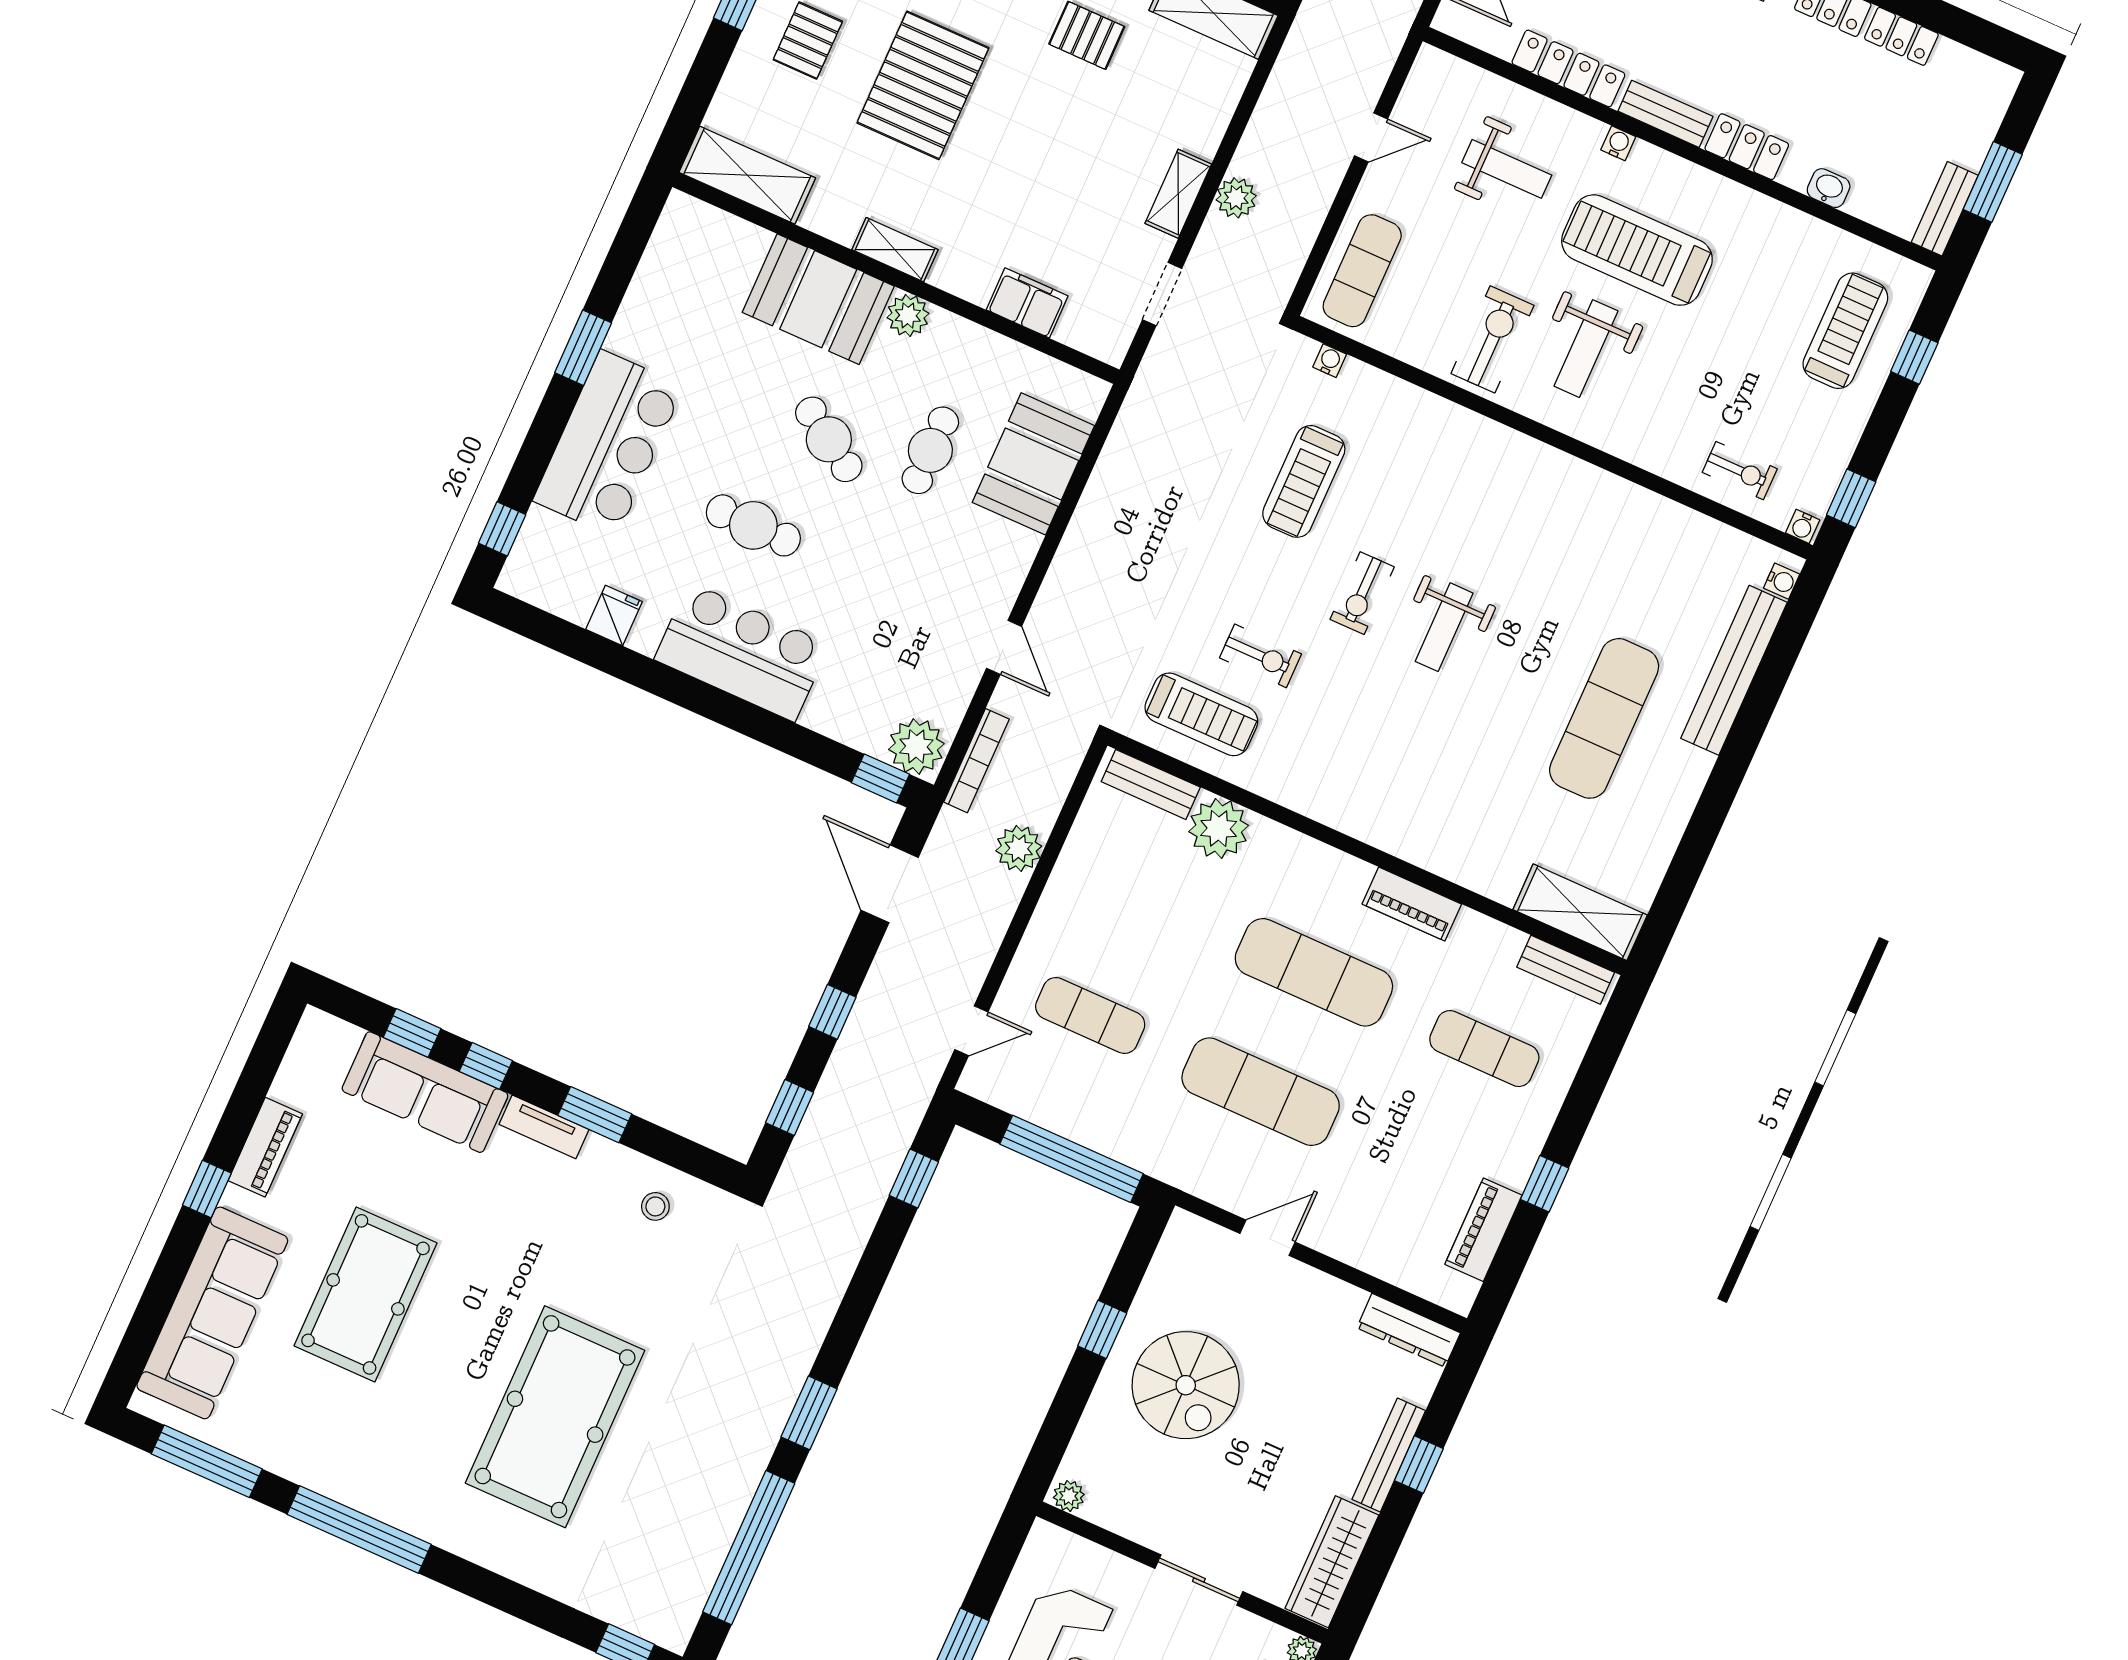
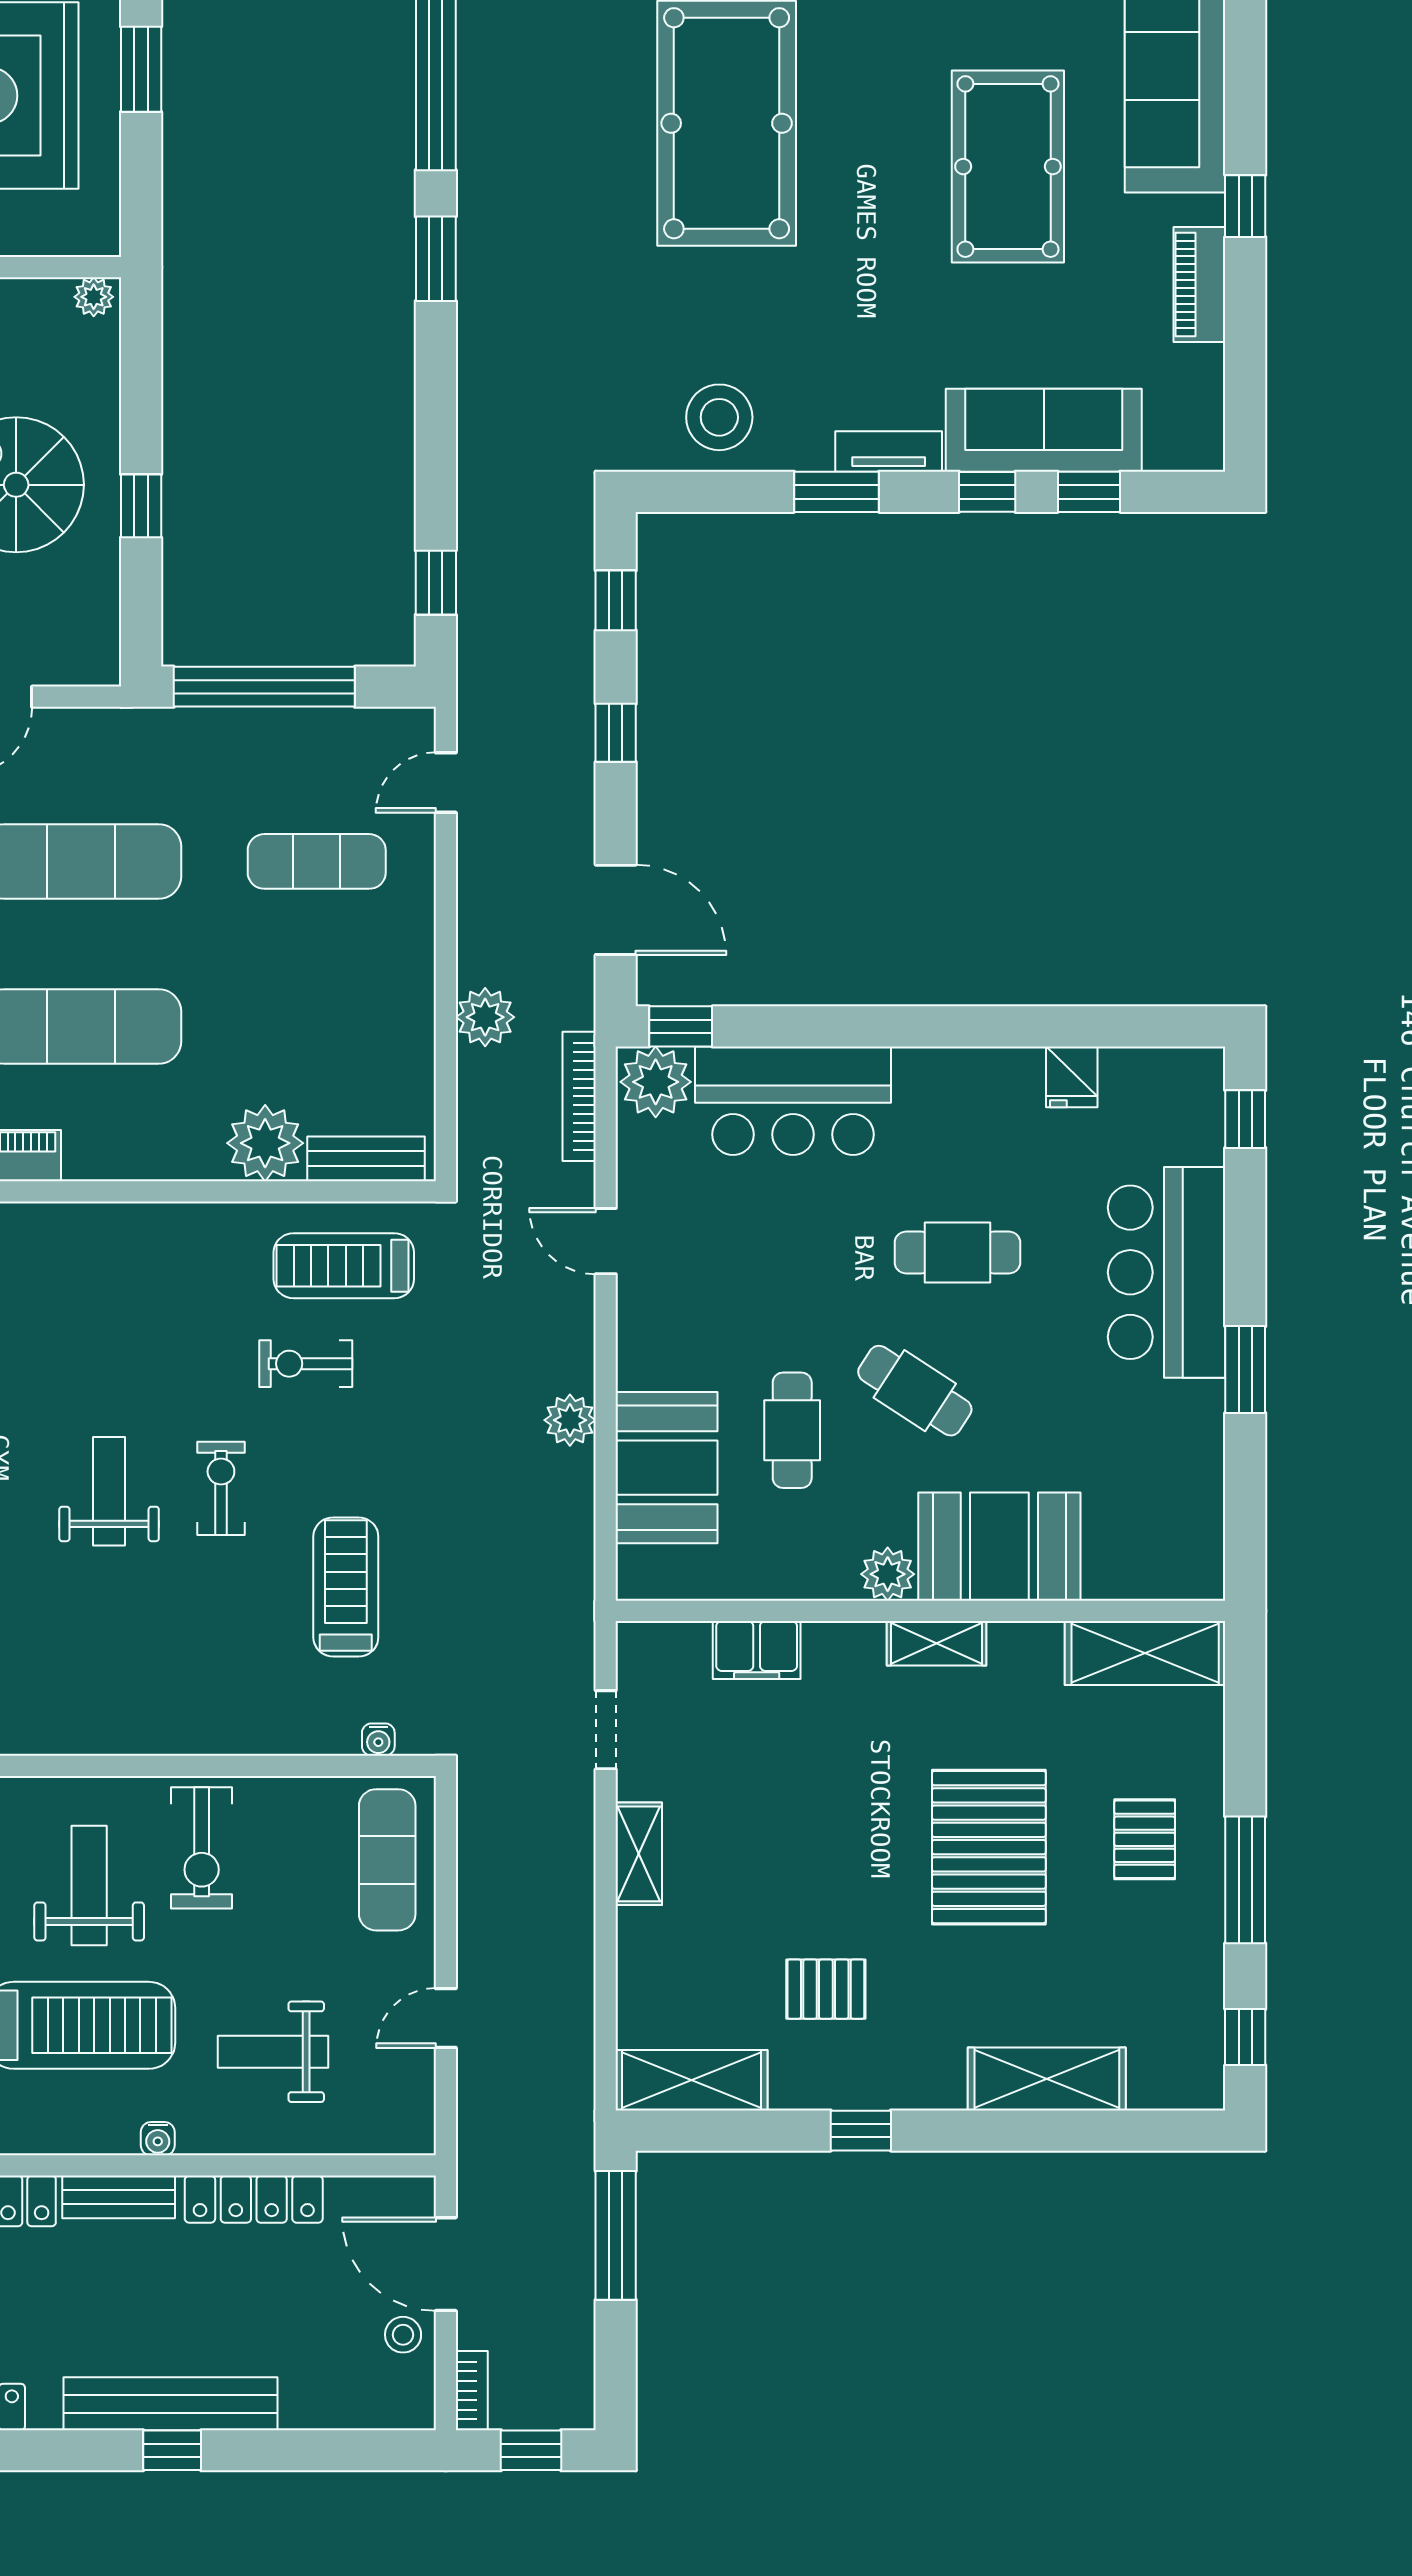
plant: (1236, 198) -> (570, 1420), moved
bar counter: (742, 652) -> (793, 1101), moved
stool: (655, 1206) -> (719, 417), width x1.89, depth x1.89

